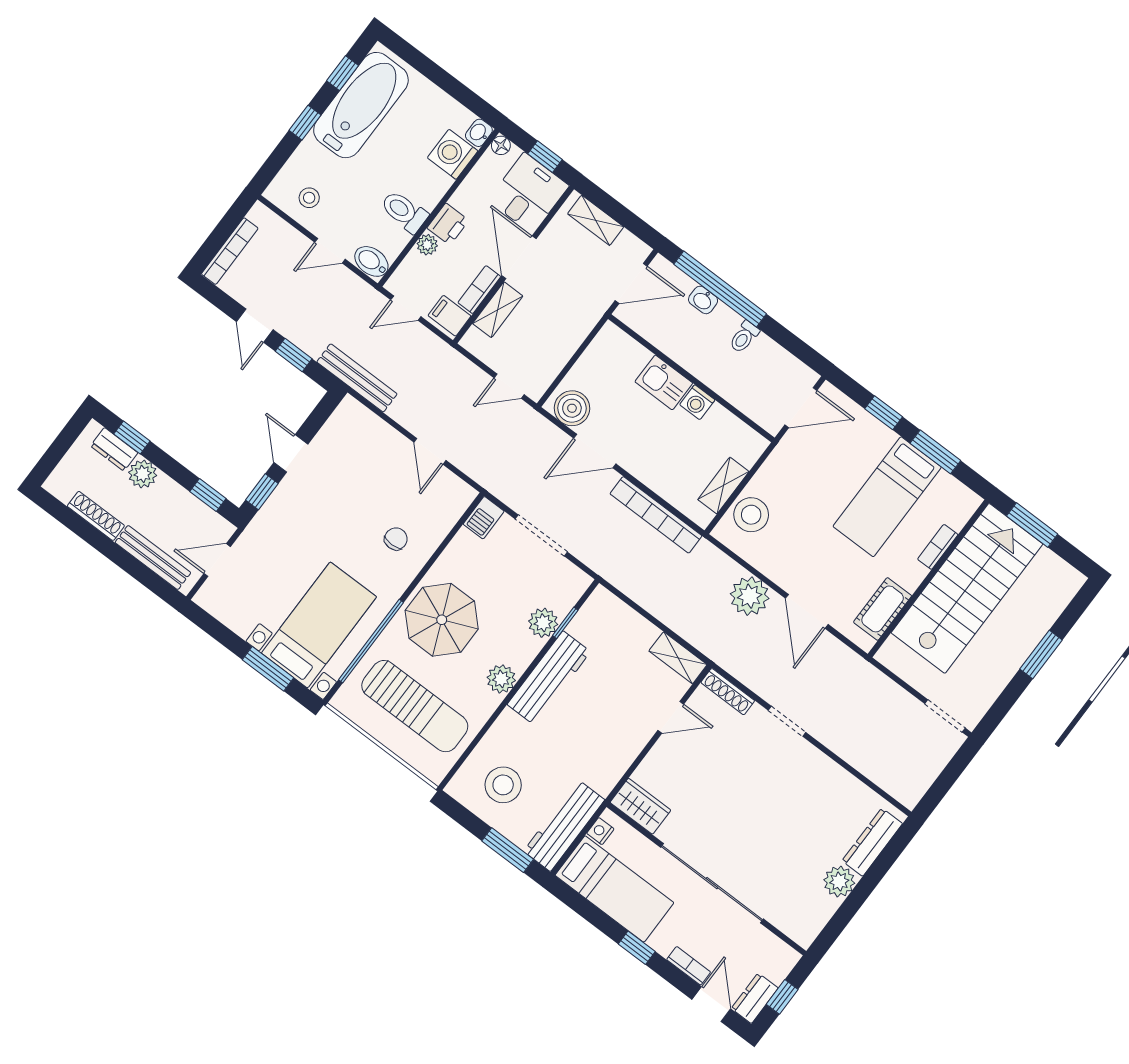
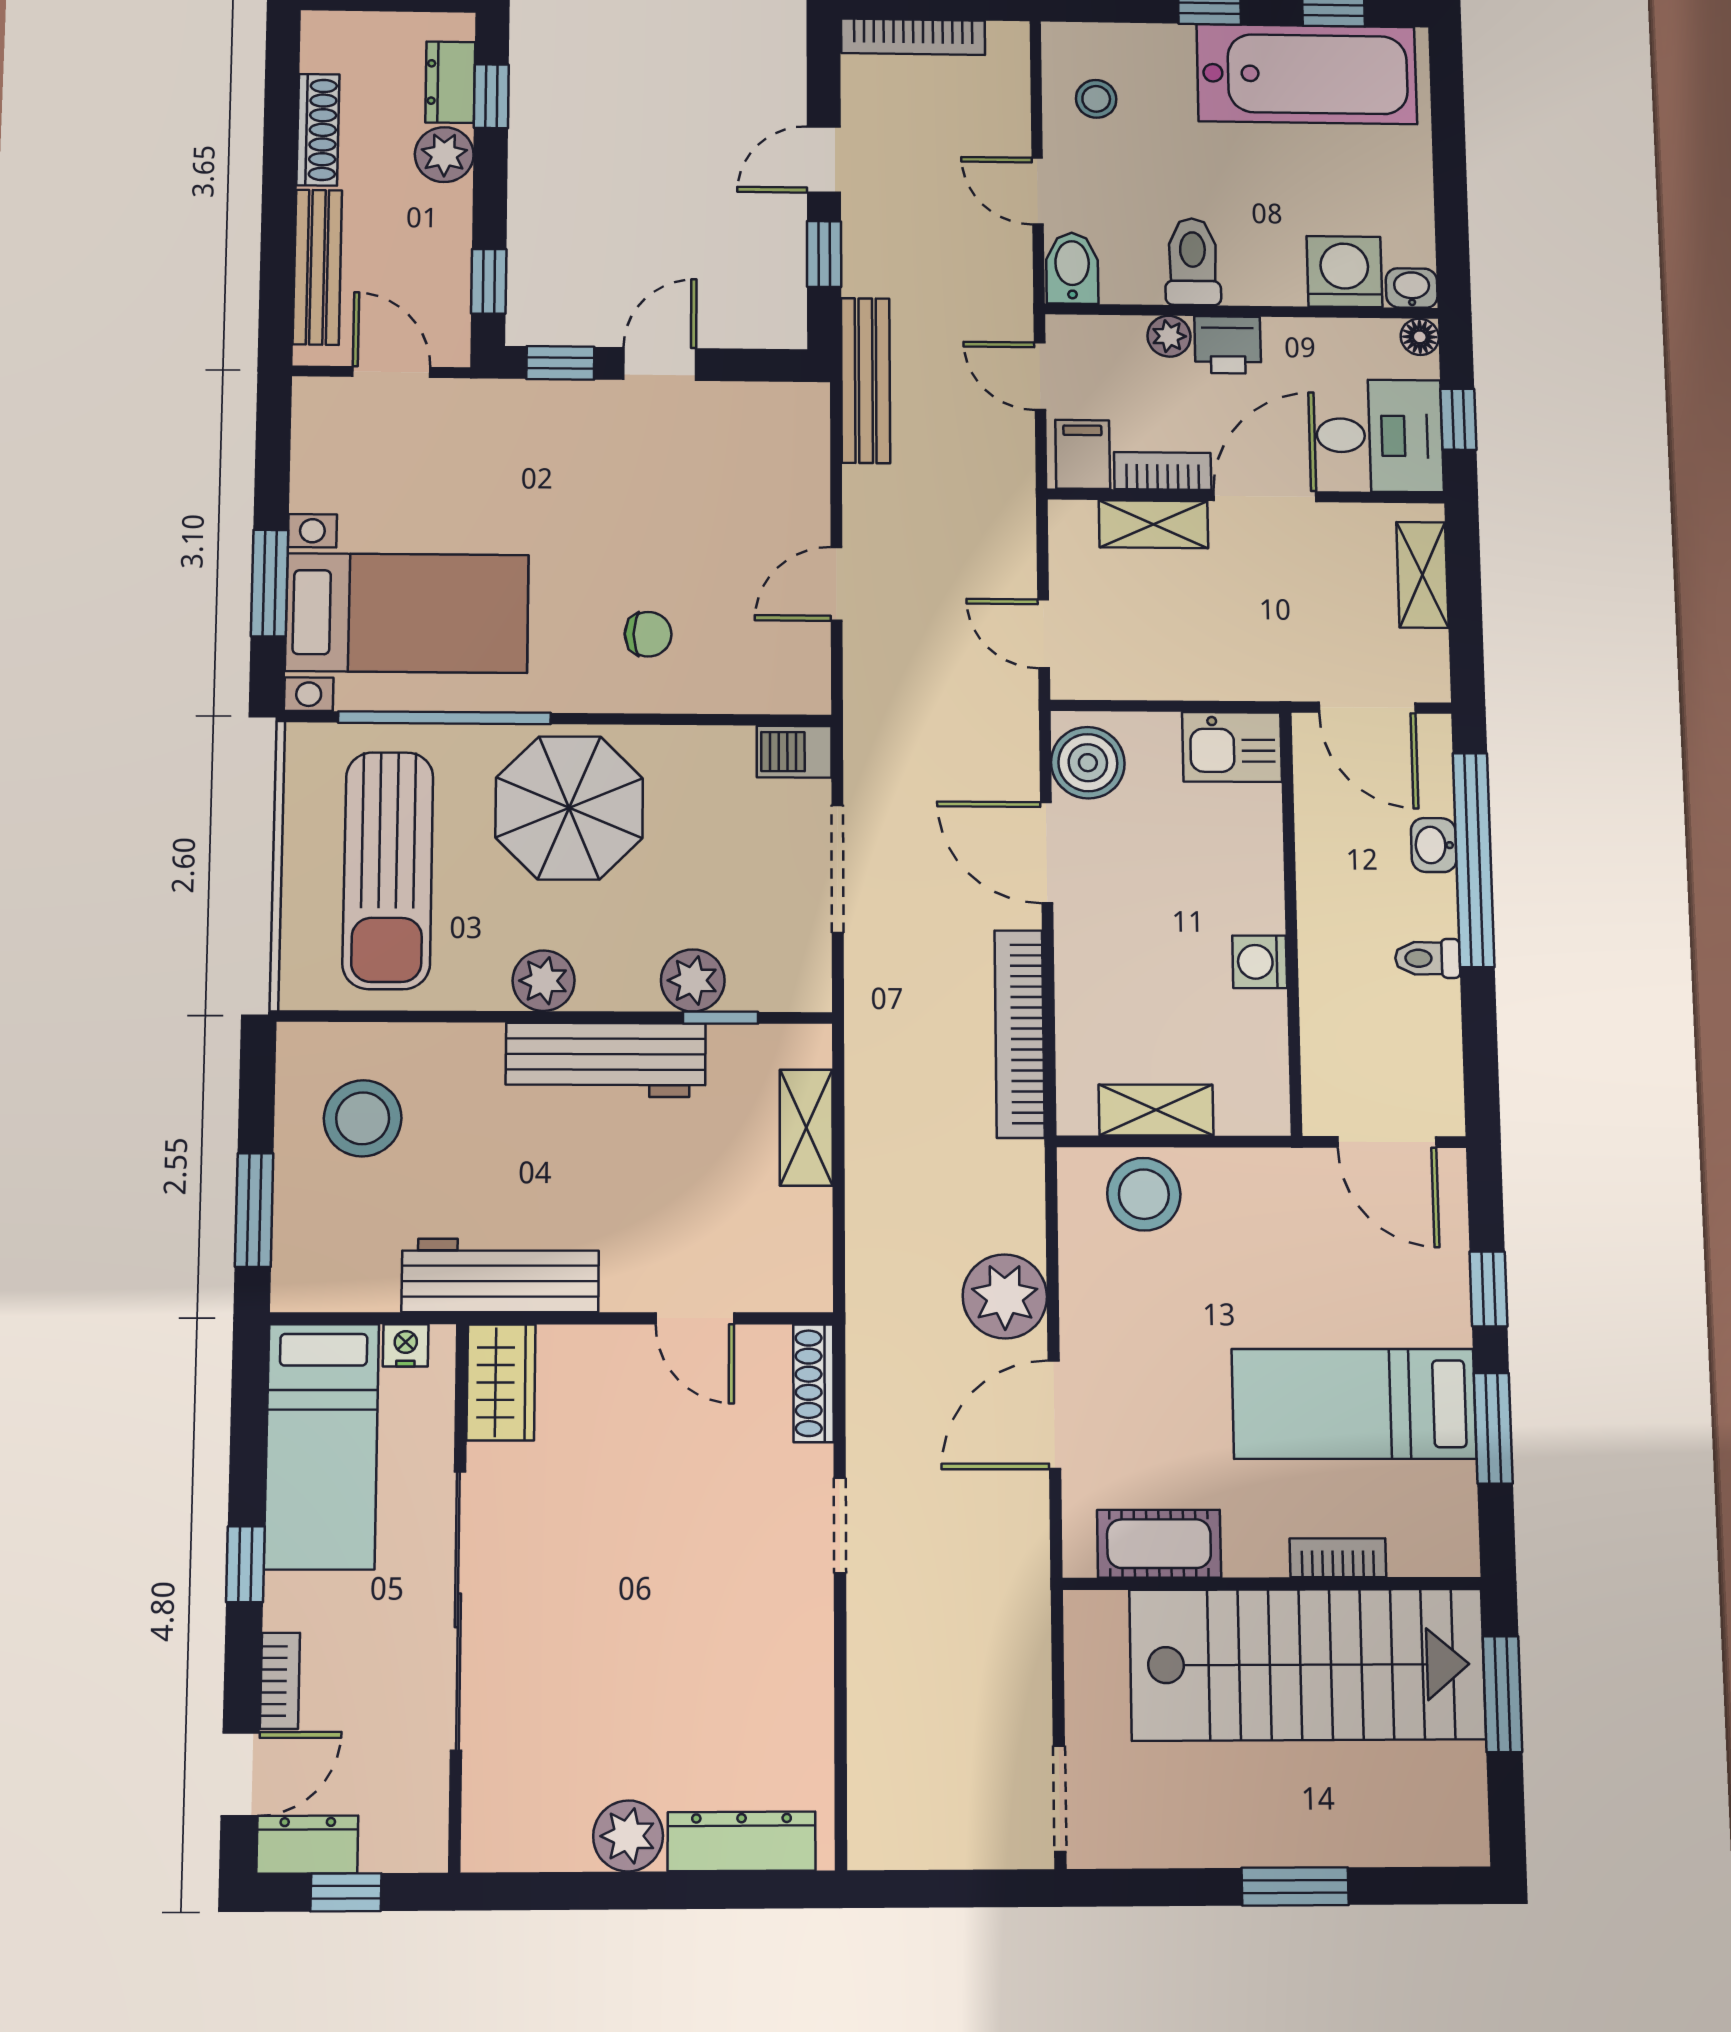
kitchen sink: (664, 382) -> (1232, 747), moved, turned -90
shelving: (678, 658) -> (806, 1128), moved
workbench: (564, 825) -> (500, 1275), moved

